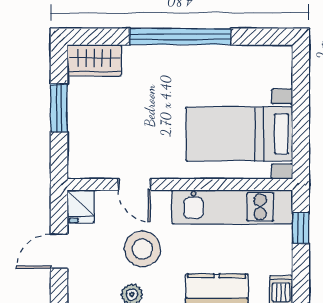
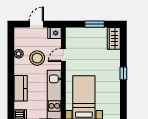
window: (180, 37) -> (123, 73), width x0.32
door: (59, 251) -> (36, 24), hinge flipped

